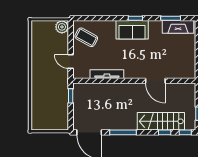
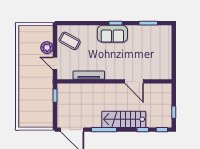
plant: (62, 27) -> (47, 48), moved
fireplace: (178, 27) -> (155, 31), removed
stairs: (161, 121) -> (124, 119), moved

